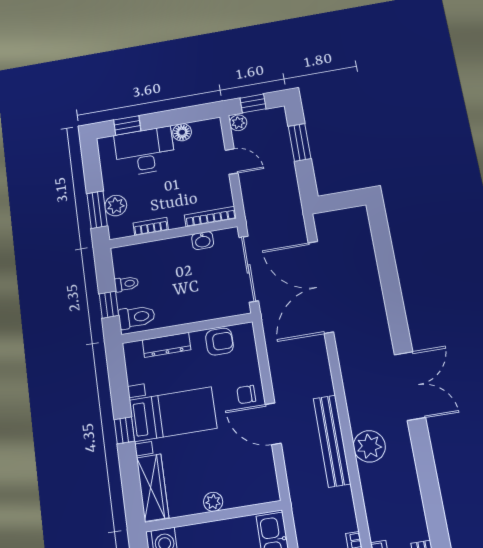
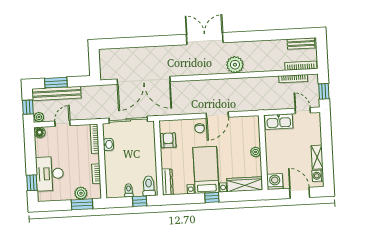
floor lamp: (182, 132) -> (40, 132), moved
dresser: (167, 345) -> (167, 182), moved
bench: (332, 441) -> (56, 93), moved

